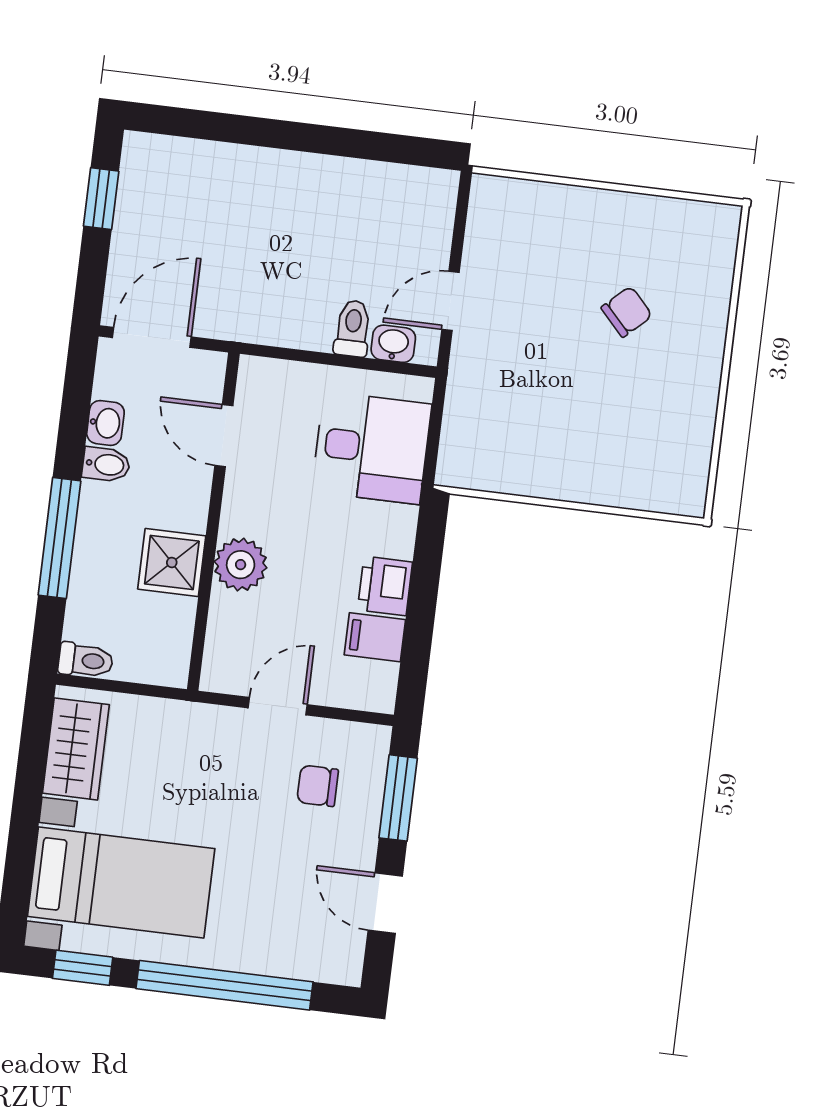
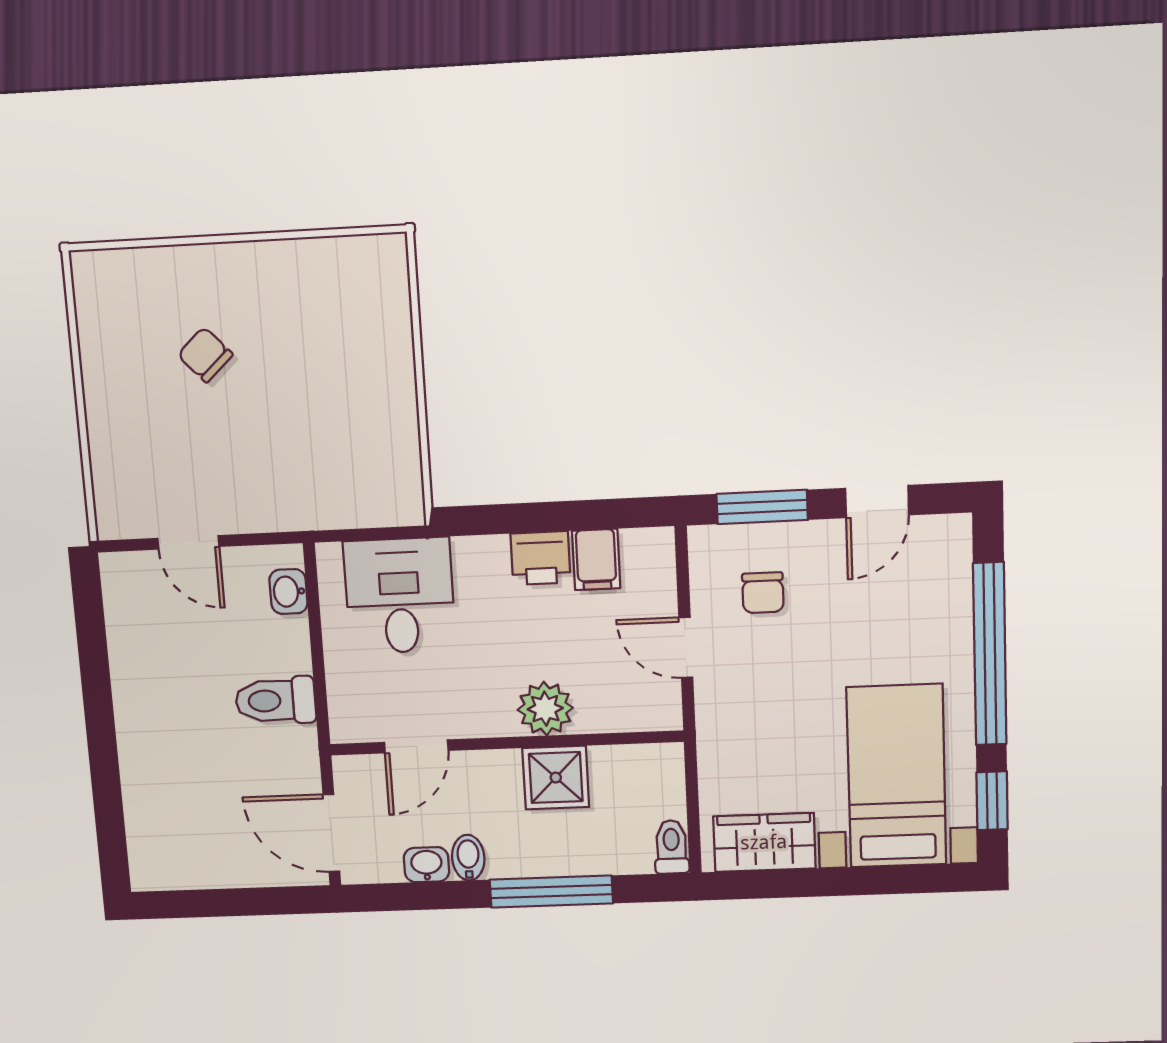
window: (101, 199) -> (204, 903), removed
door: (451, 301) -> (188, 542), moved
toilet: (353, 328) -> (276, 701), moved, width x1.37, depth x1.39

